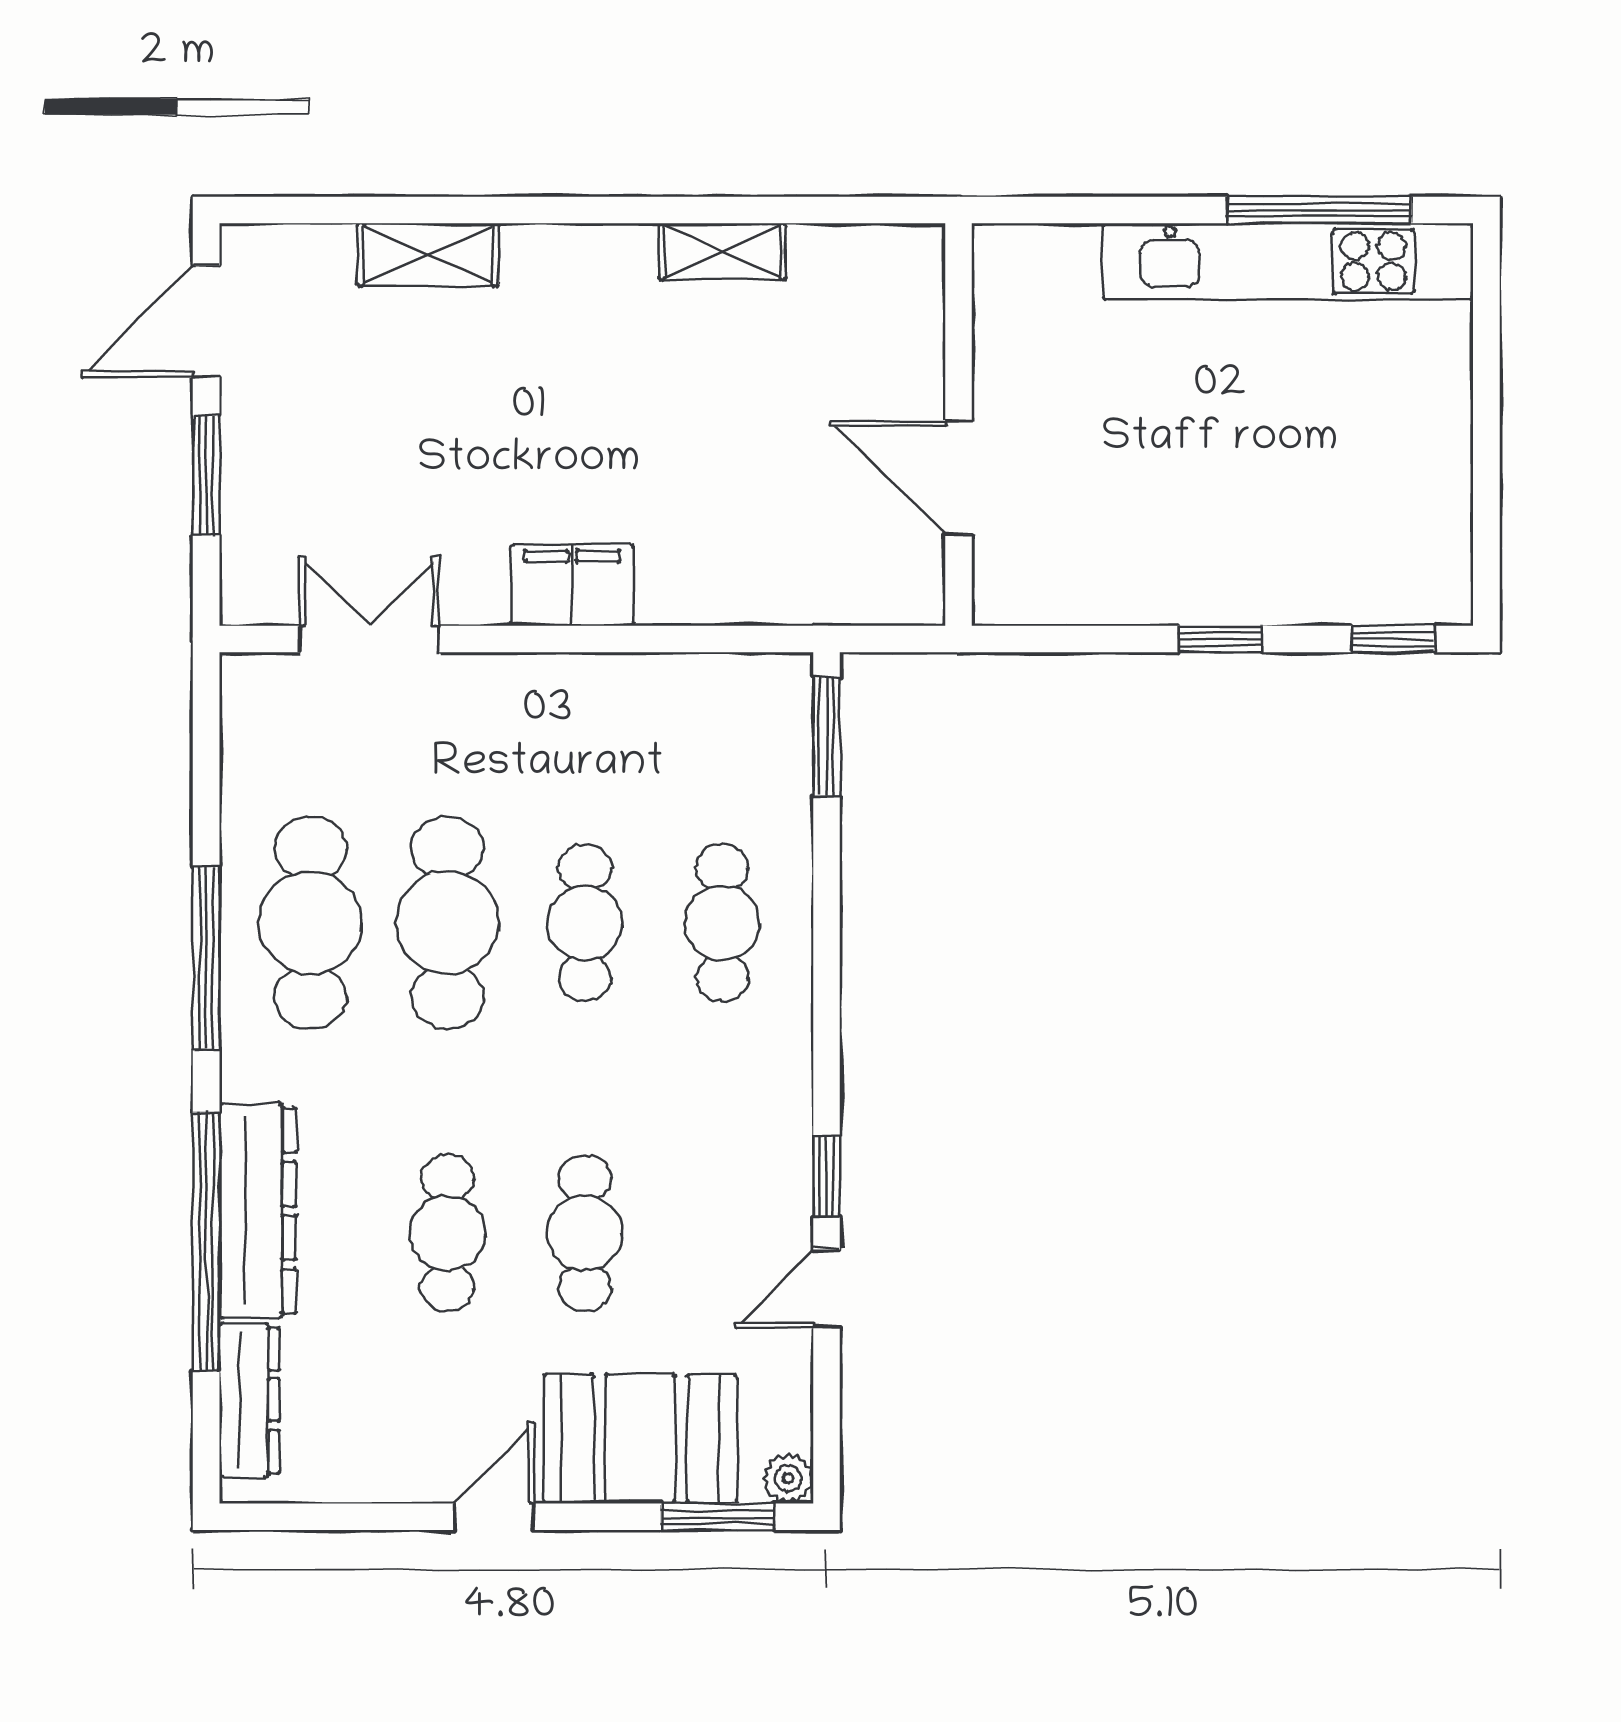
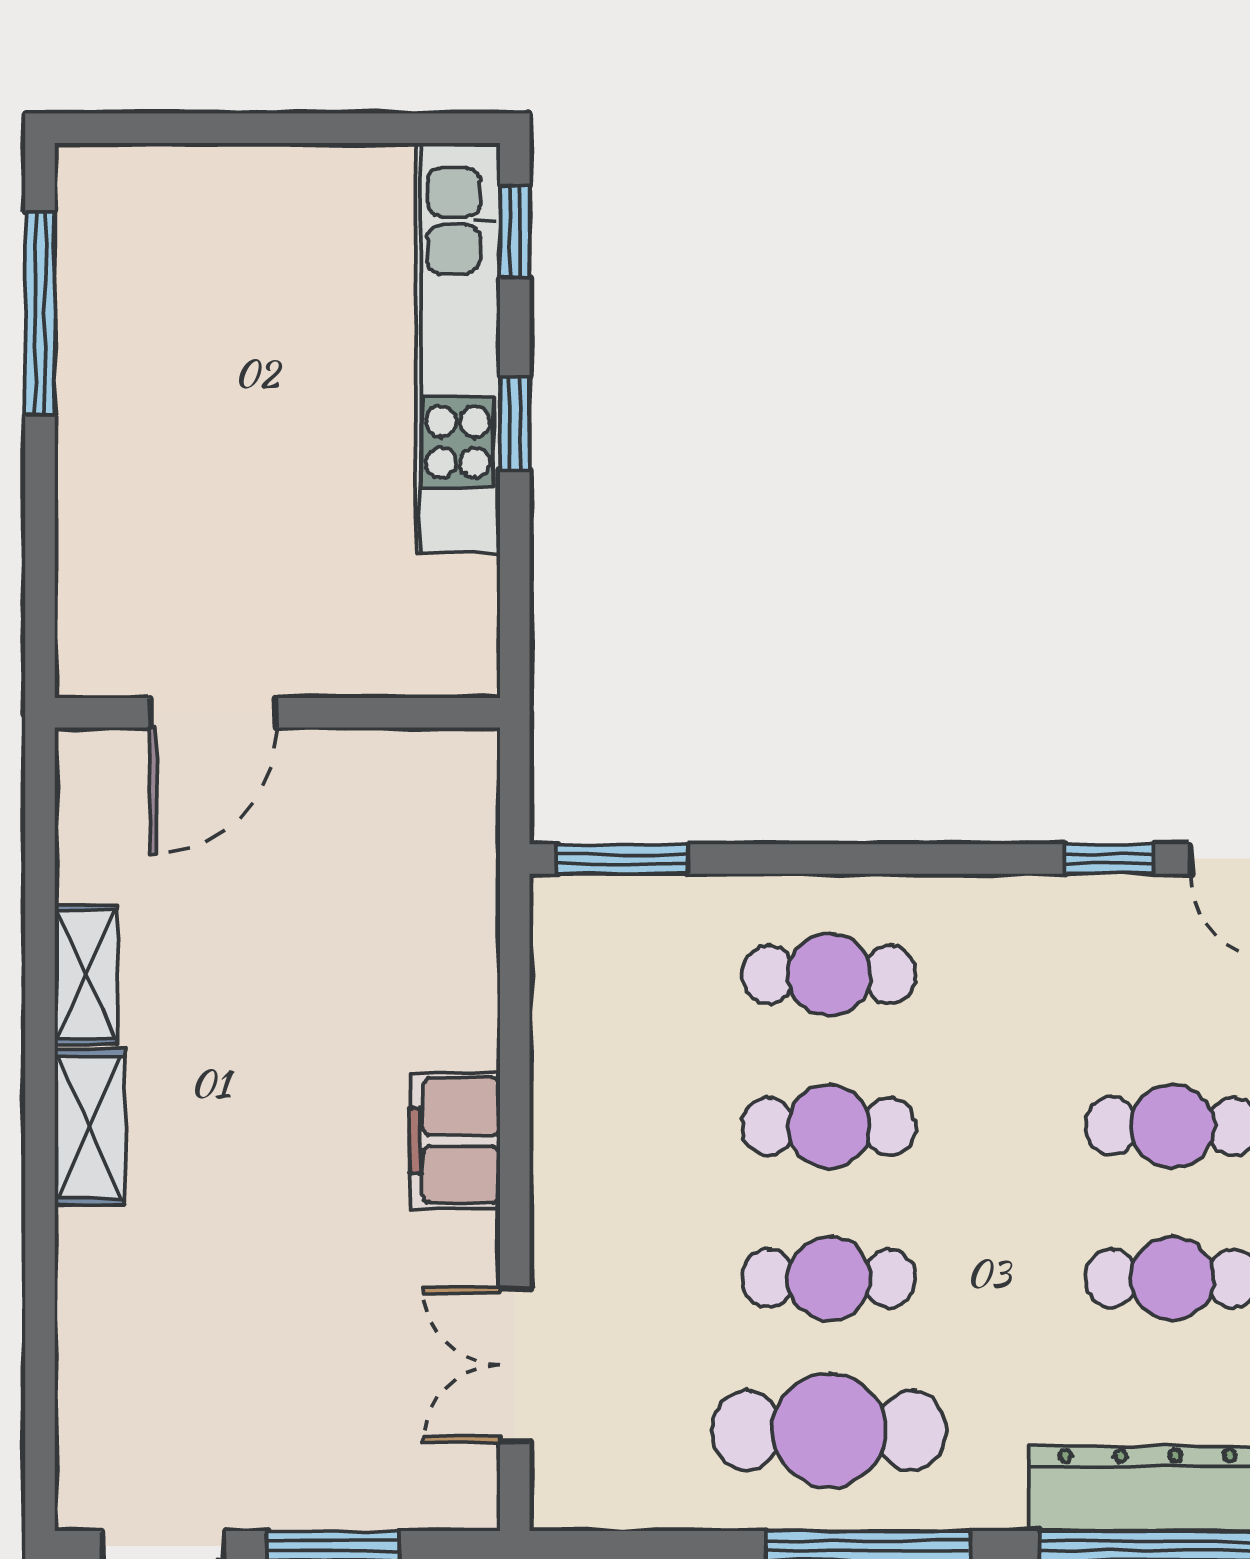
shelving: (428, 255) -> (90, 1128), moved
kitchen unit: (1288, 261) -> (458, 348), moved, turned 180
door: (958, 478) -> (213, 713), moved
cafe table: (448, 923) -> (829, 1278), width x0.73, depth x0.74

